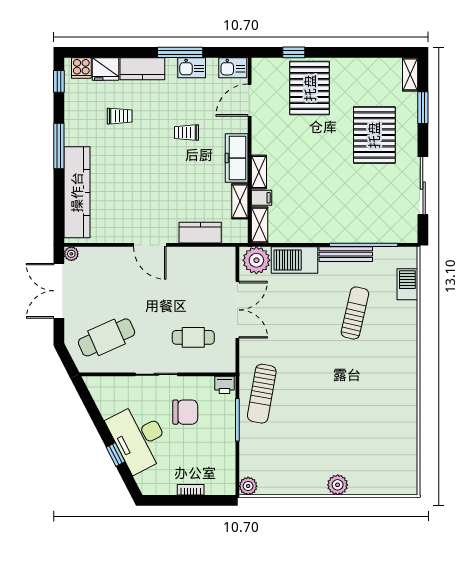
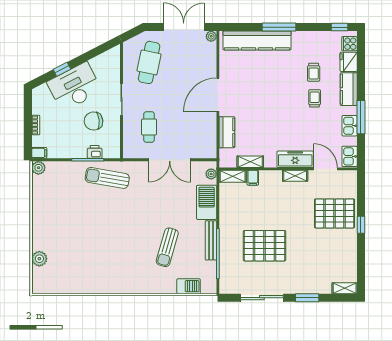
window: (294, 52) -> (361, 225), moved
window: (423, 108) -> (307, 298), moved
trolley: (187, 133) -> (315, 98), moved
pallet: (374, 135) -> (265, 246), moved
window: (59, 146) -> (279, 27), moved
freezer: (237, 158) -> (295, 159), moved
shelving: (259, 172) -> (295, 176), moved
door: (150, 245) -> (218, 95), width x1.36
plant: (256, 260) -> (211, 174), width x0.53, depth x0.53
sun lounger: (355, 313) -> (167, 247), turned 93
cafe table: (107, 337) -> (149, 62), turned 36
printer: (225, 385) -> (95, 152), moved, turned 90
chair: (185, 412) -> (93, 121), turned 84
filing cabinet: (228, 485) -> (39, 153), added
plant: (338, 485) -> (39, 259), moved

